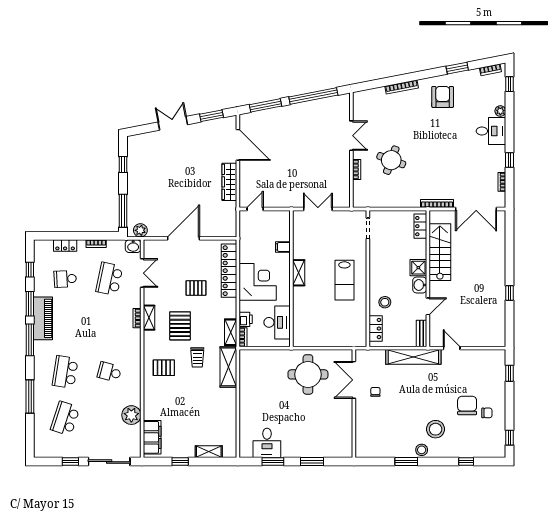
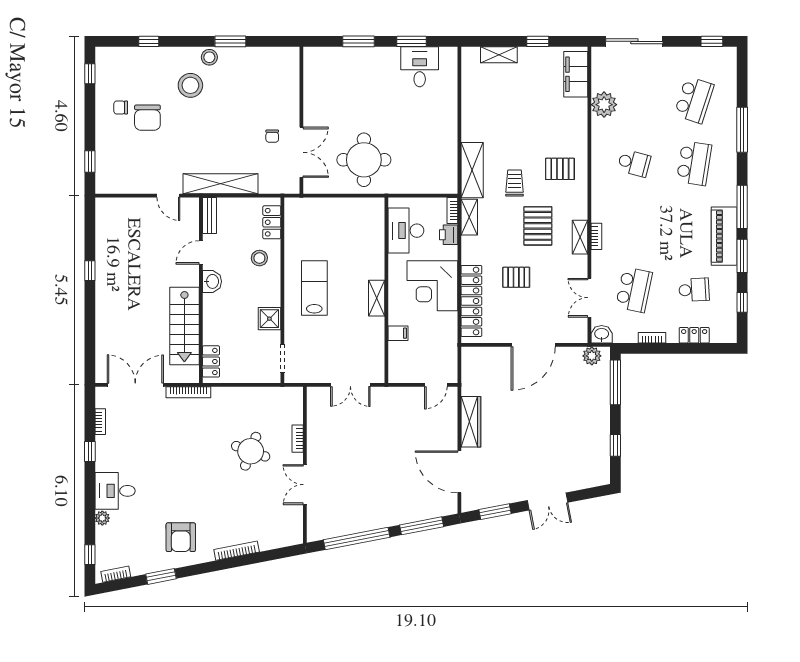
shower: (418, 268) -> (269, 319), moved
window: (70, 462) -> (712, 41), moved

